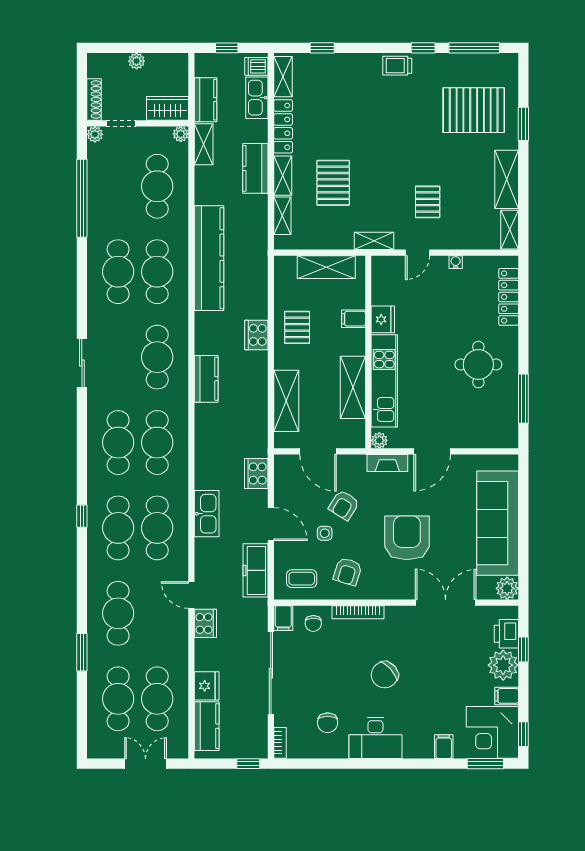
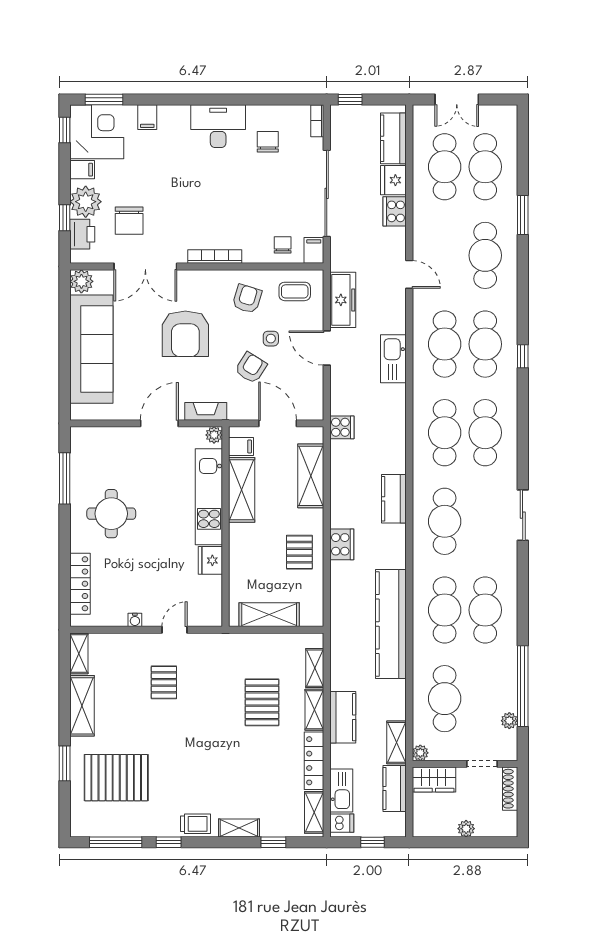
plant: (95, 134) -> (509, 721), moved
shelving: (374, 241) -> (239, 828), moved
filing cabinet: (353, 319) -> (241, 446), moved
cooker: (256, 473) -> (342, 427), moved, width x0.73
bookcase: (358, 612) -> (215, 257), moved
cooker: (205, 623) -> (395, 211), moved
chair: (385, 675) -> (129, 221), moved, turned 131

